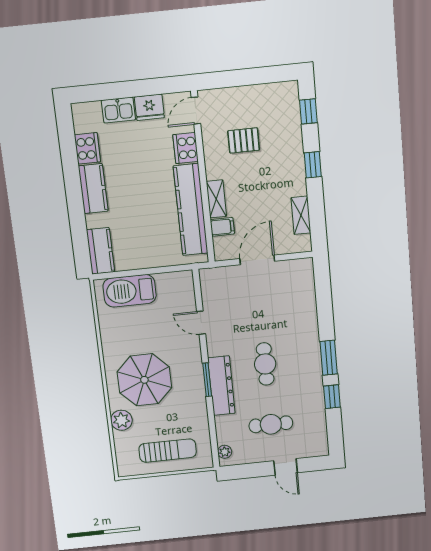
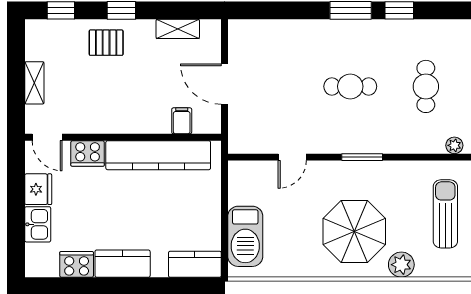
pallet: (244, 140) -> (106, 43), moved, turned 90
shelving: (216, 199) -> (34, 83), moved, turned 90
dresser: (221, 386) -> (371, 141), removed

